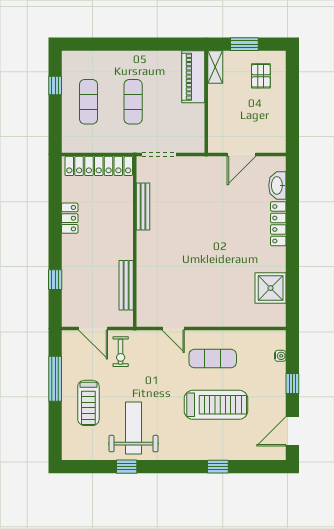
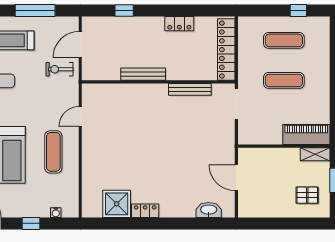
locker: (278, 224) -> (145, 211), moved, width x0.66
bench: (126, 285) -> (143, 74), moved

